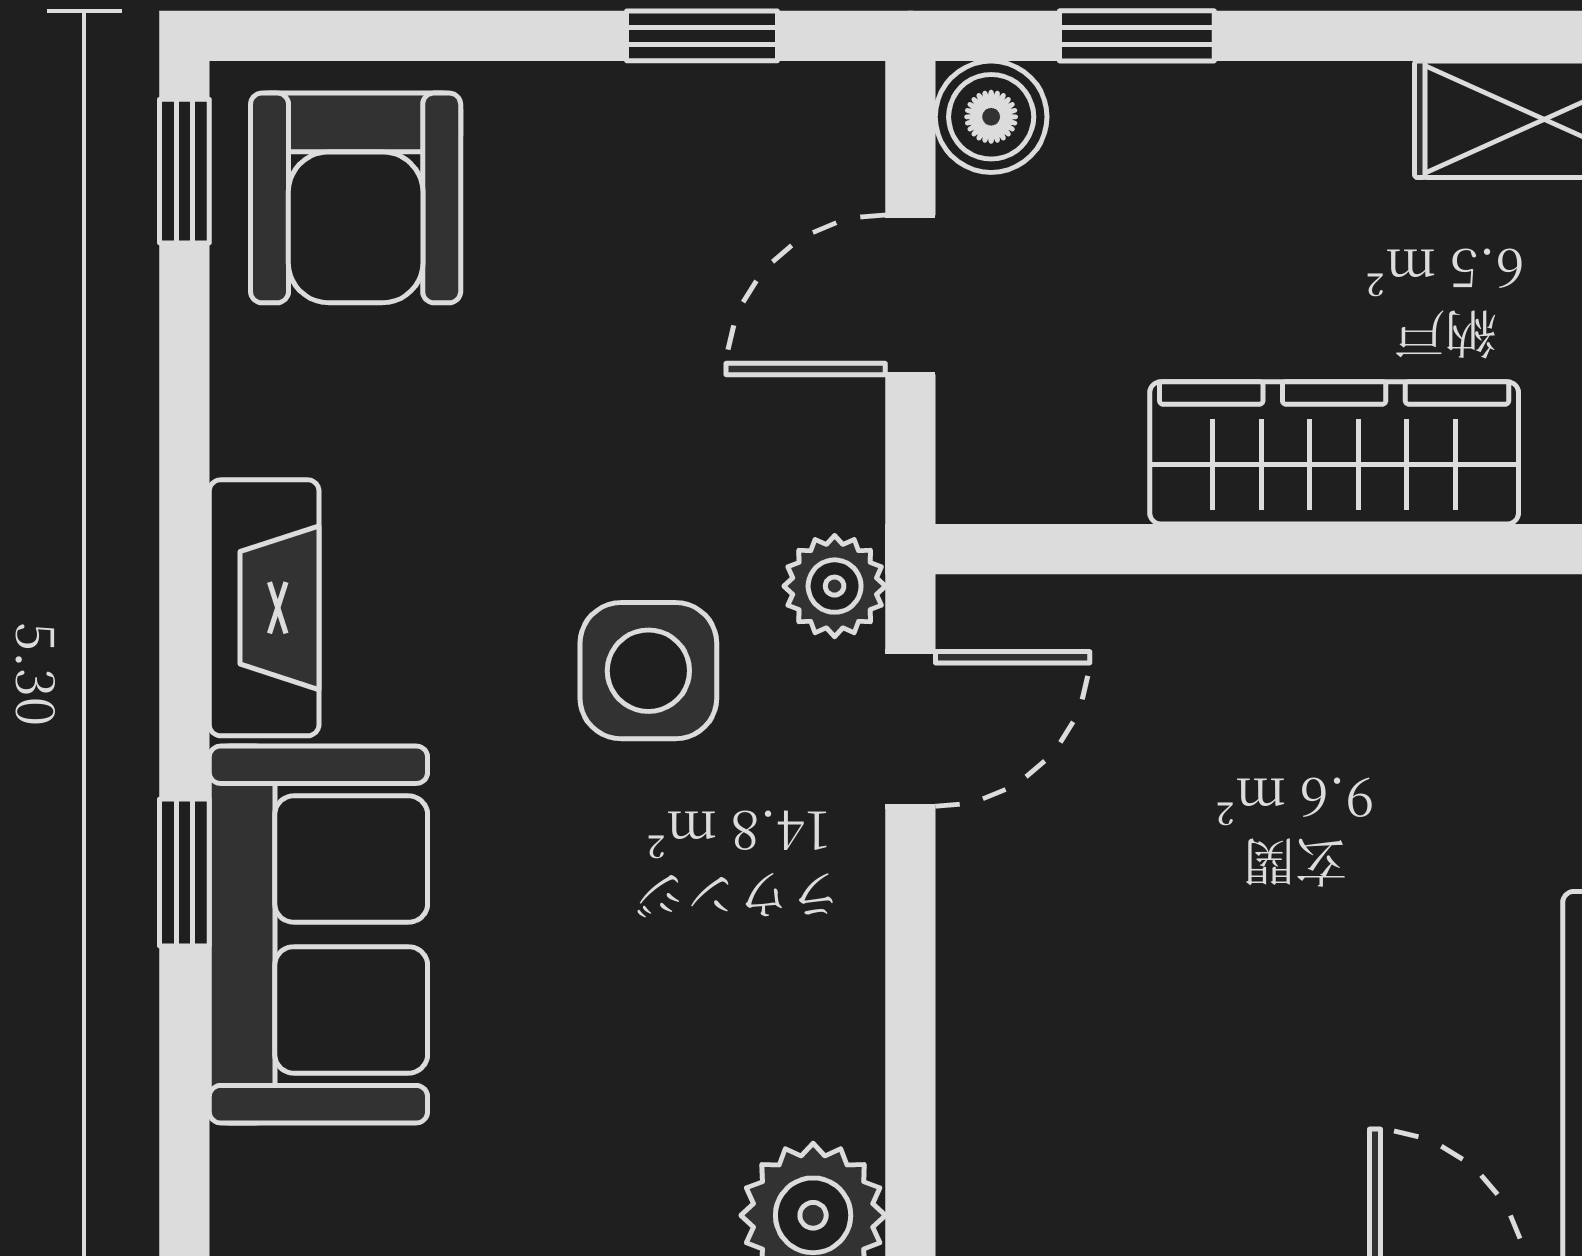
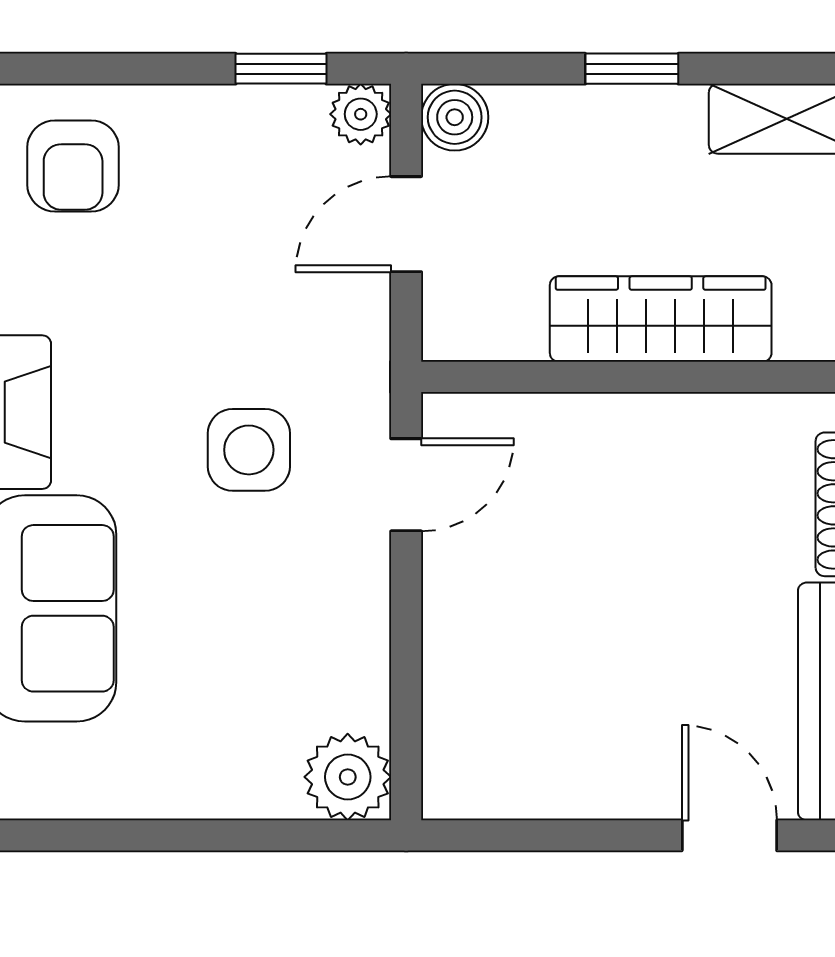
window: (1137, 36) -> (632, 69), moved
armchair: (356, 198) -> (73, 166), width x0.72, depth x0.72
plant: (835, 586) -> (361, 114), moved

